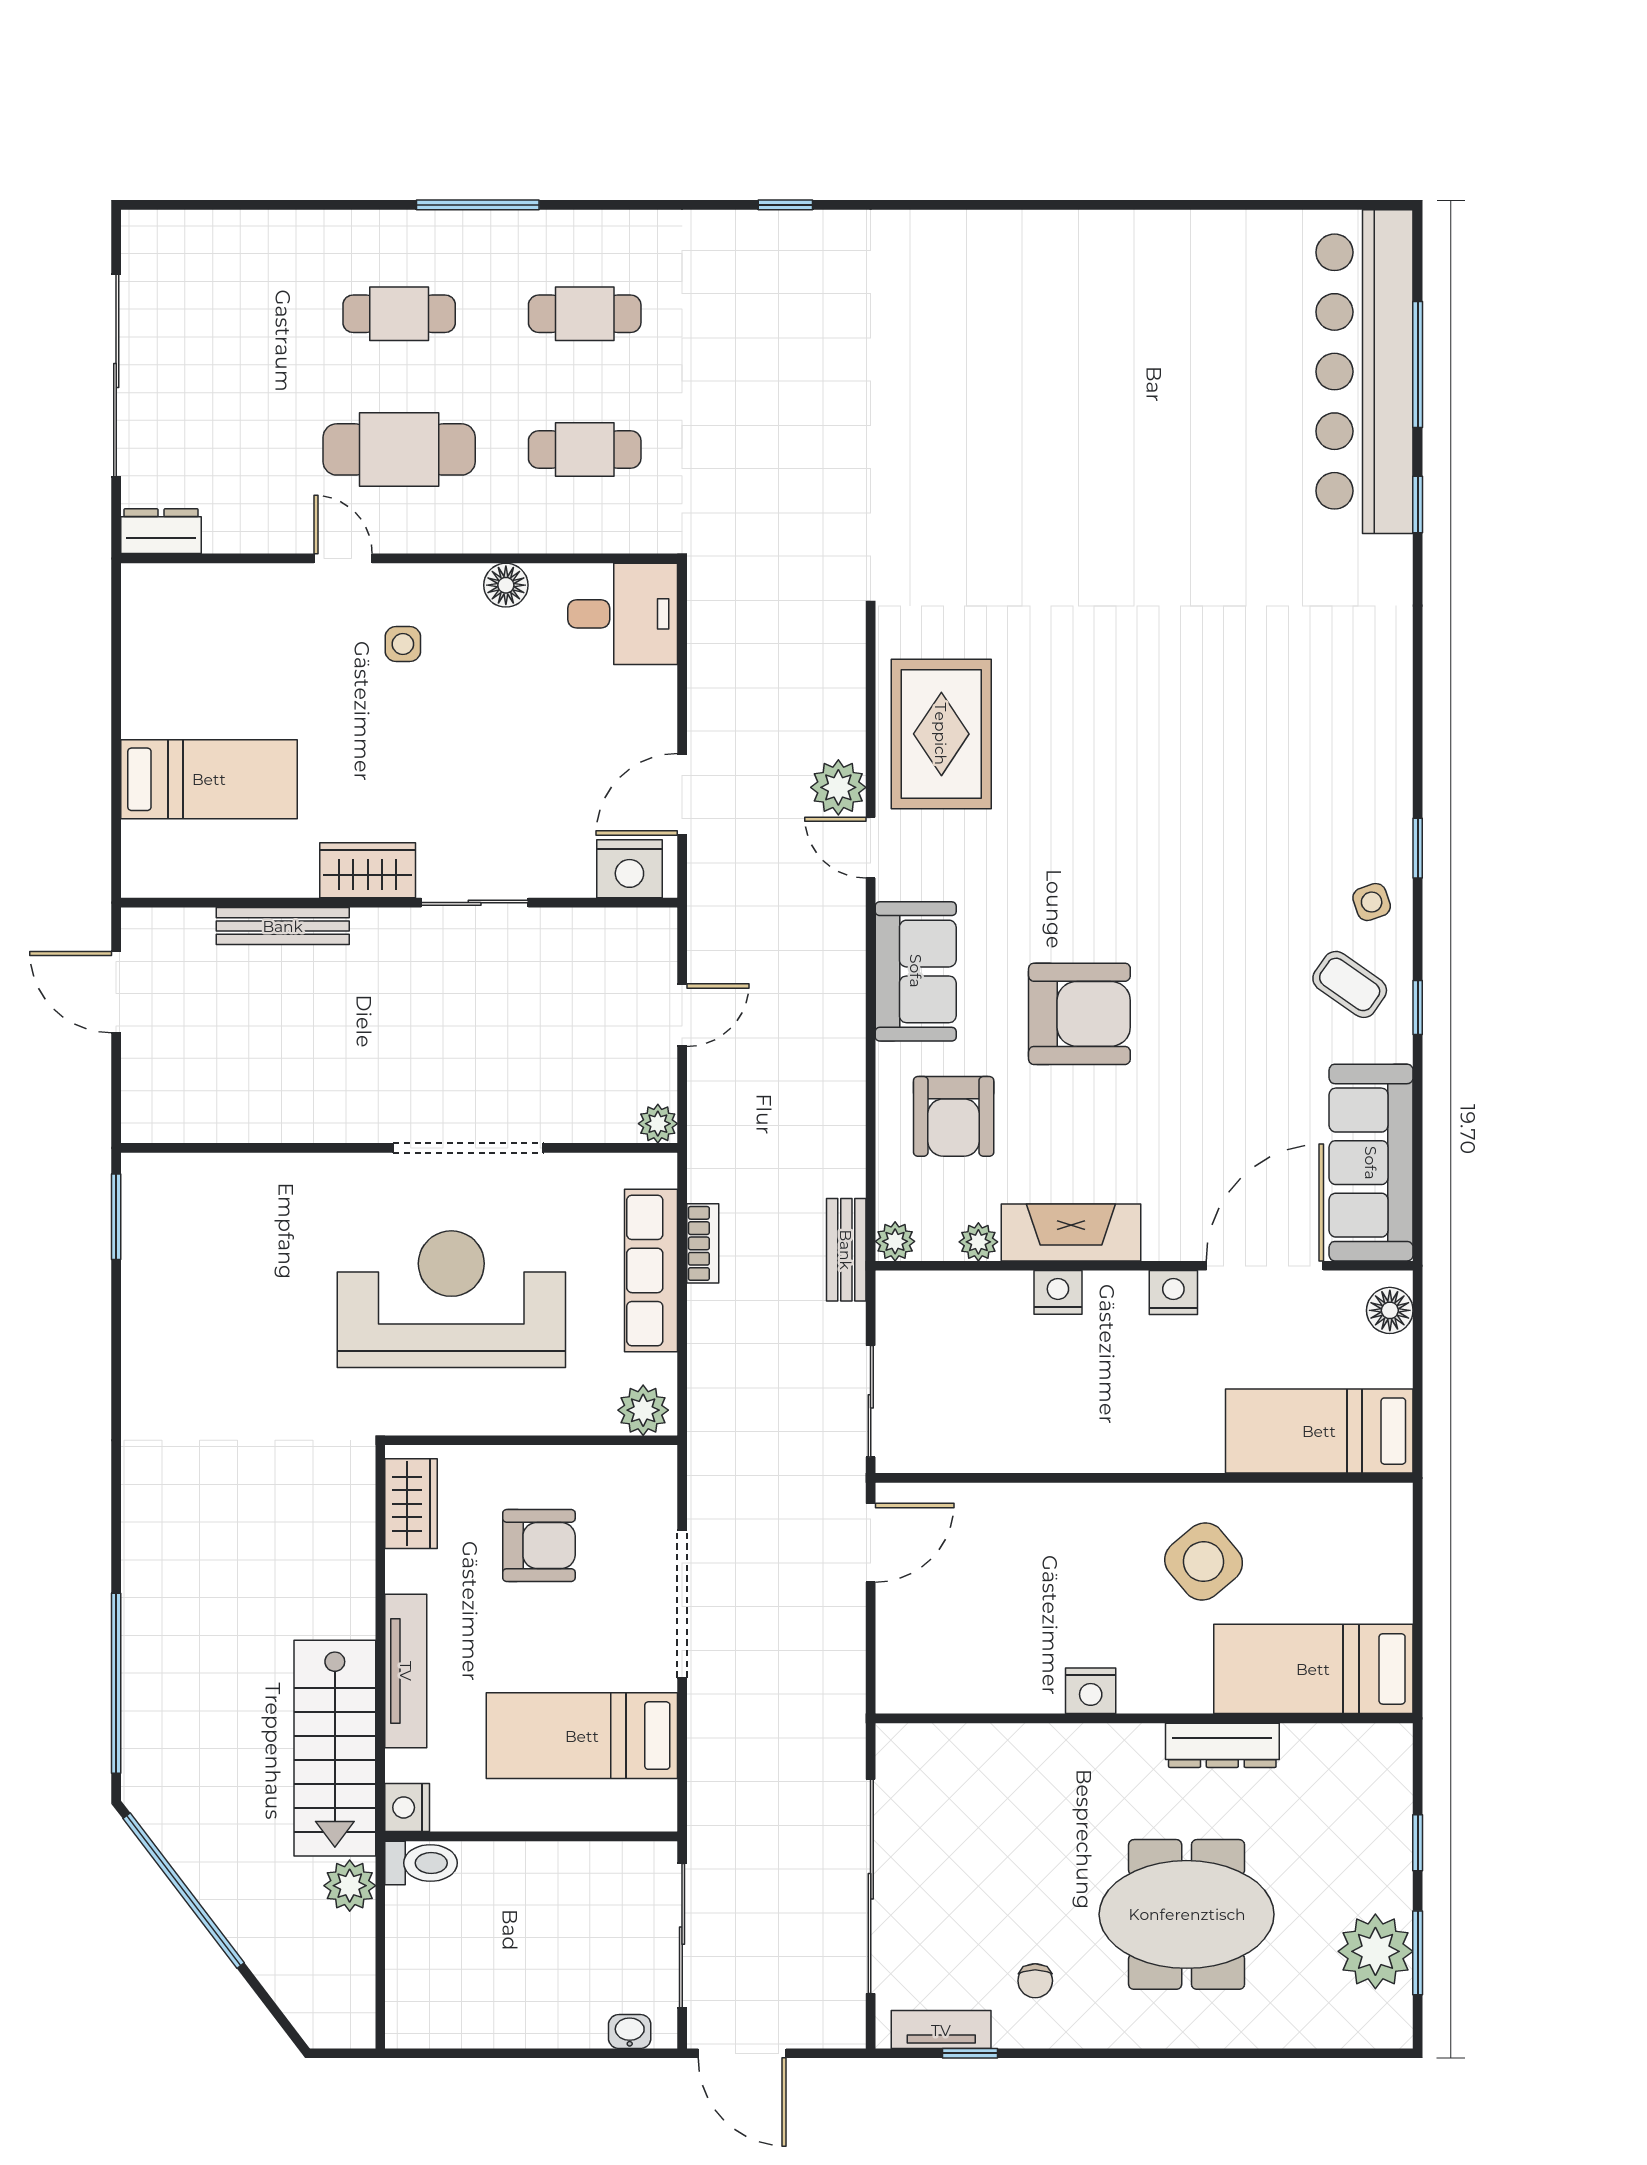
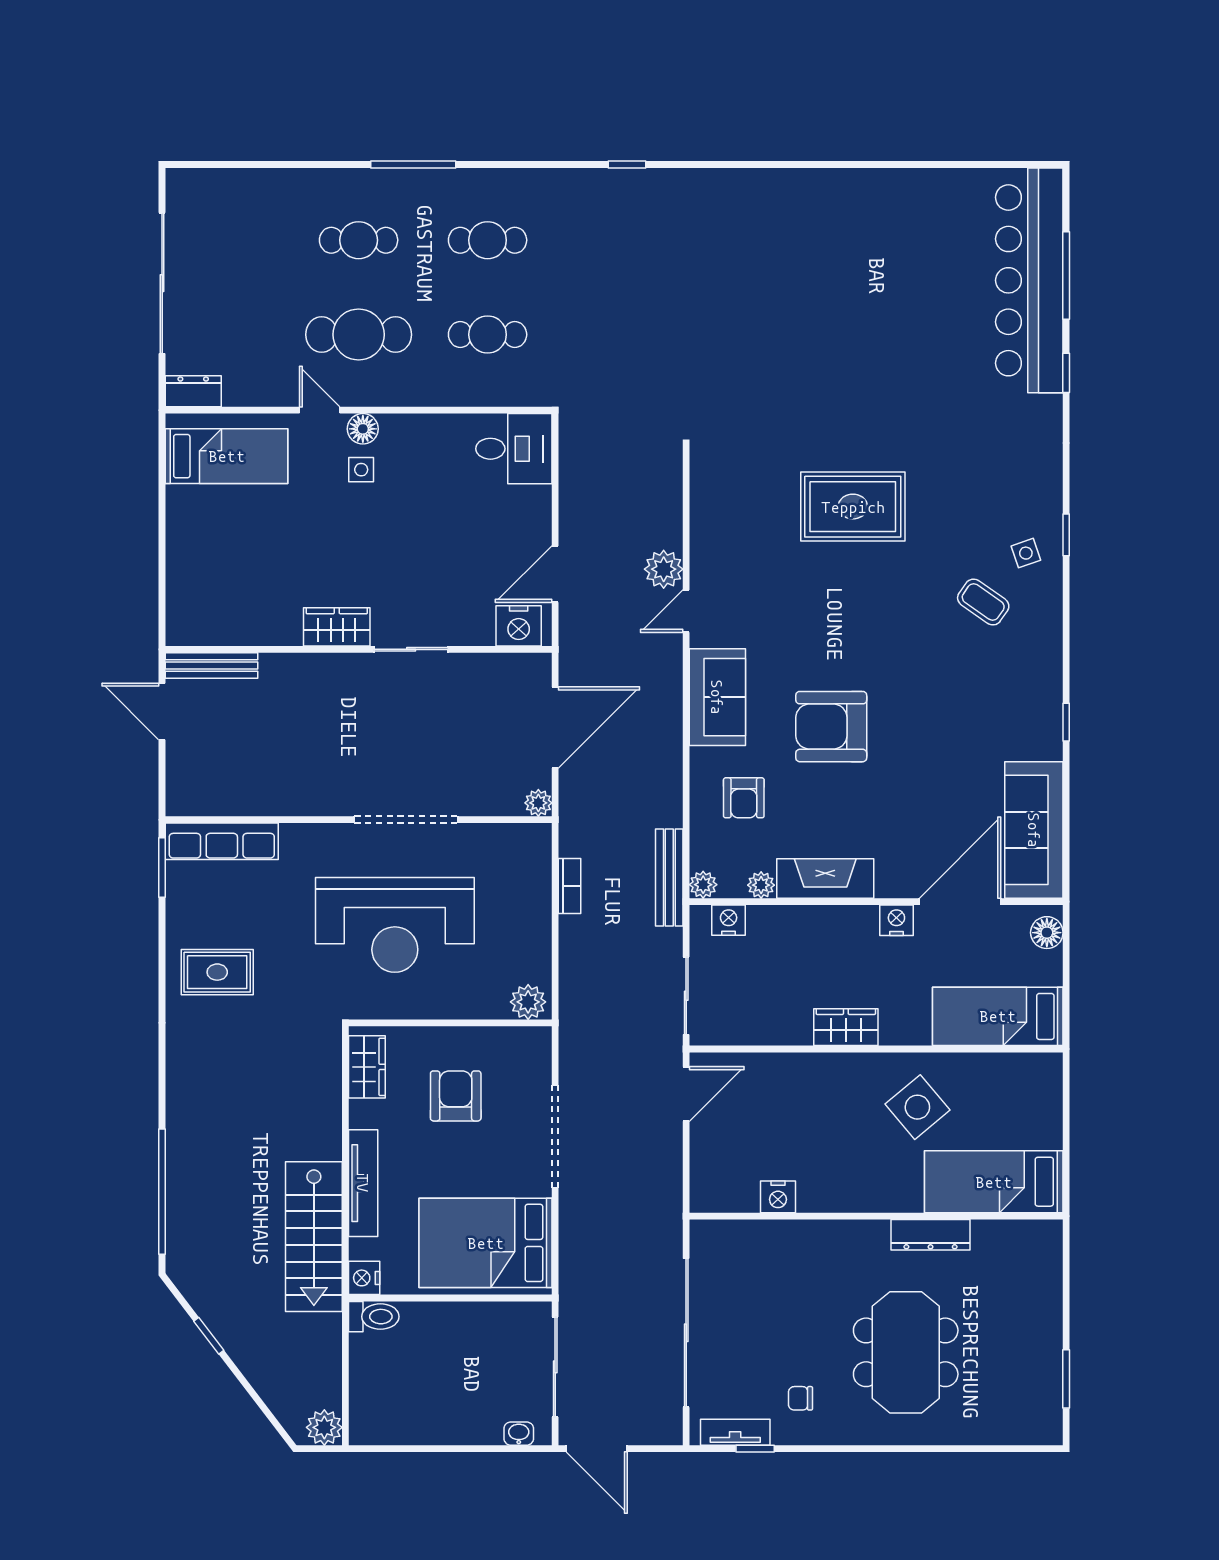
floor lamp: (506, 585) -> (363, 429), moved
rug: (941, 734) -> (853, 507), moved, turned 90
bed: (209, 779) -> (227, 456), moved
door: (871, 848) -> (686, 611), hinge flipped
window: (1418, 848) -> (1066, 535), moved
side table: (1372, 902) -> (1026, 553), moved
bench: (283, 926) -> (211, 666), moved
coffee table: (1350, 984) -> (983, 602), moved
armchair: (1079, 1014) -> (831, 727), turned 180
door: (682, 1015) -> (555, 727), width x1.88
armchair: (954, 1116) -> (744, 798), width x0.72, depth x0.72
bench: (846, 1250) -> (669, 877), width x1.36
row of seats: (651, 1270) -> (222, 841), moved, turned -90
nightstand: (1058, 1292) -> (729, 920), moved
reception desk: (451, 1299) -> (395, 925), turned 180
rug: (196, 1367) -> (217, 972), added
wardrobe: (1100, 1446) -> (846, 1027), added
armchair: (539, 1545) -> (456, 1096), turned -90
nightstand: (1091, 1691) -> (778, 1197), moved
bed: (582, 1736) -> (486, 1243), width x1.50
window: (1418, 1843) -> (1066, 1302), removed
plant: (350, 1886) -> (324, 1427), moved
window: (184, 1891) -> (209, 1336), width x0.32
meeting table: (1187, 1914) -> (906, 1352), turned 90
plant: (1375, 1951) -> (1037, 1378), removed
chair: (1035, 1981) -> (800, 1398), turned 90

